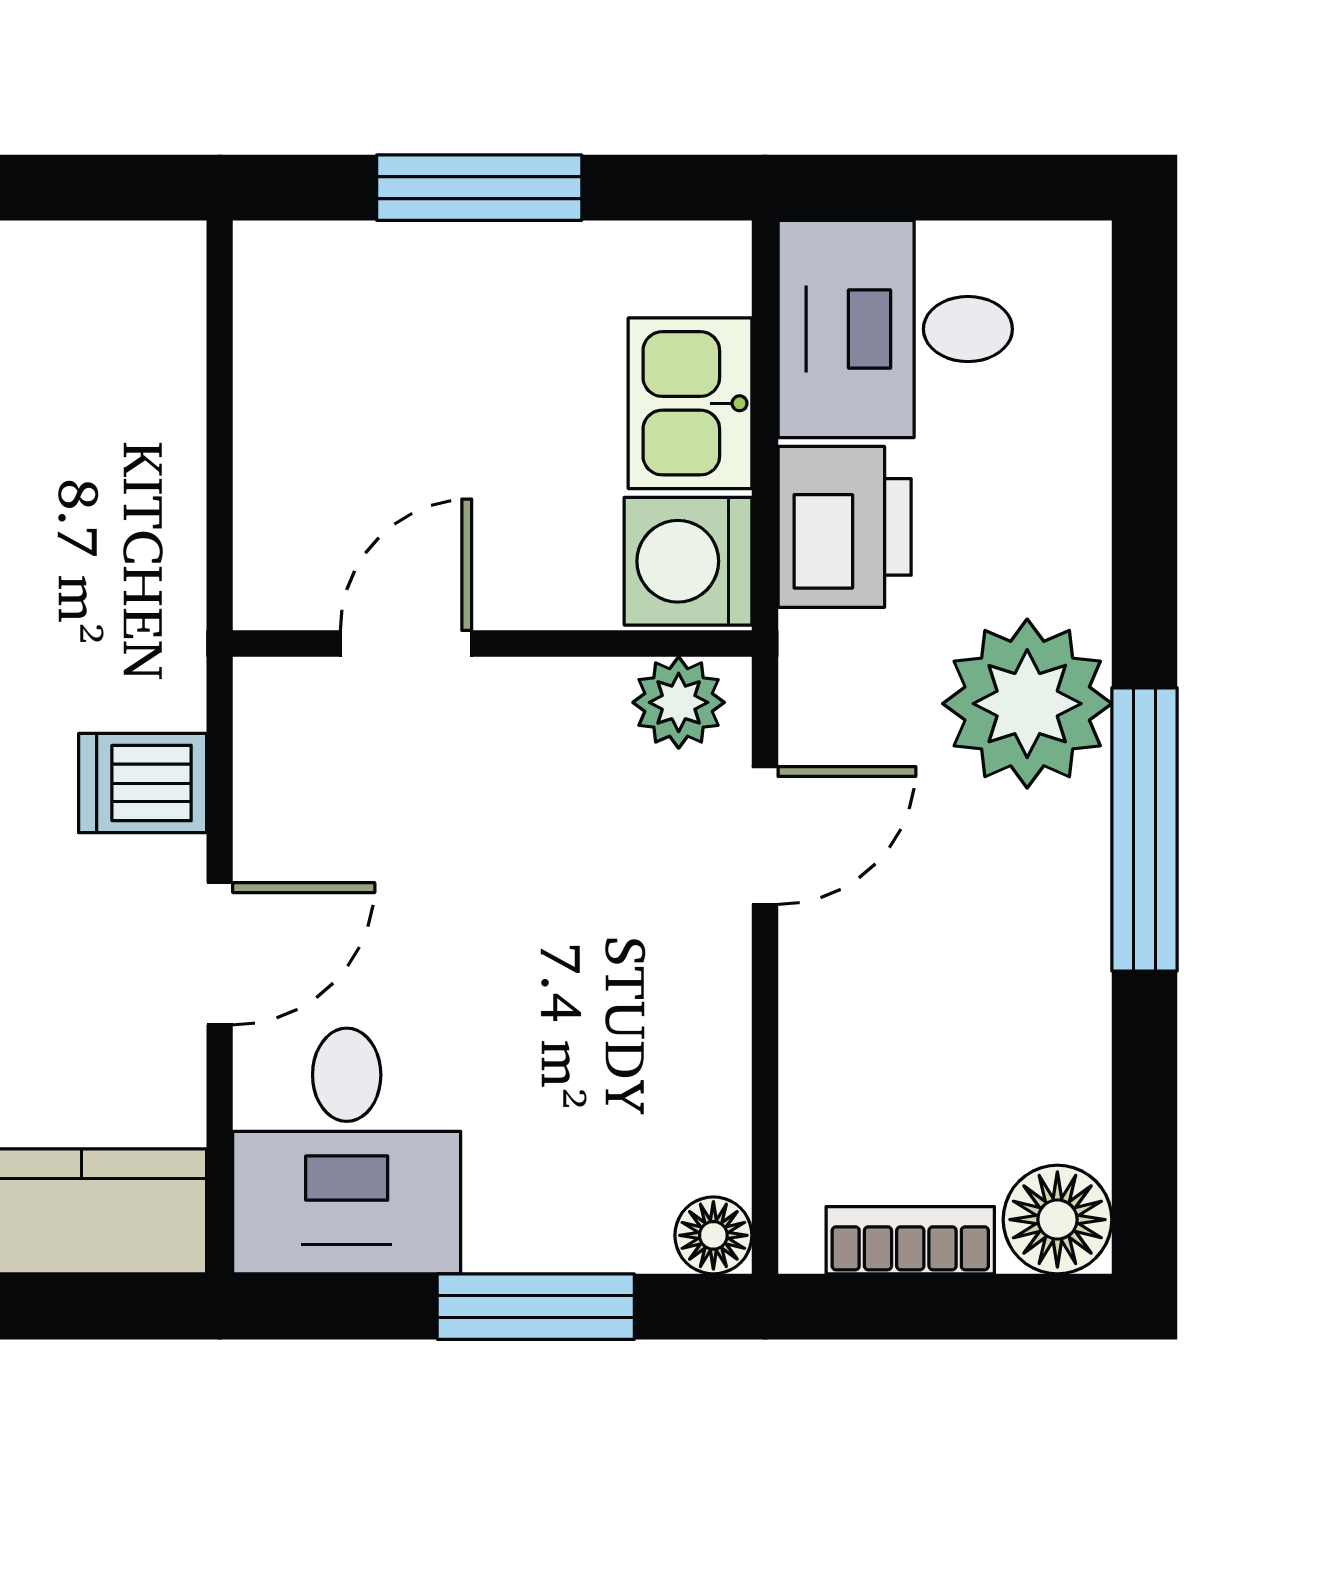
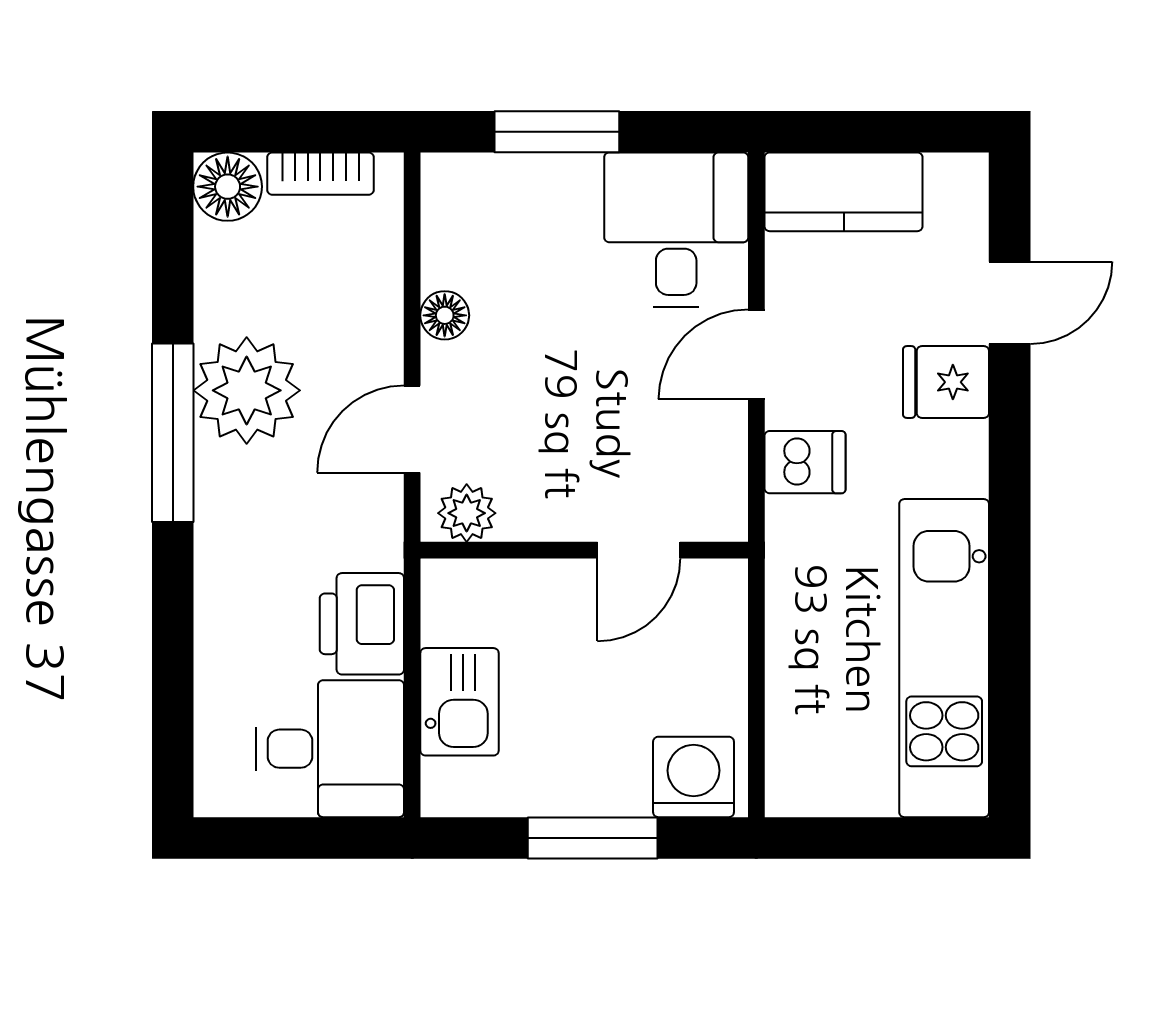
washing machine: (688, 561) -> (694, 777), moved, turned -90
plant: (1027, 704) -> (247, 390), moved
floor lamp: (713, 1235) -> (445, 315), moved

